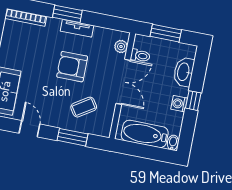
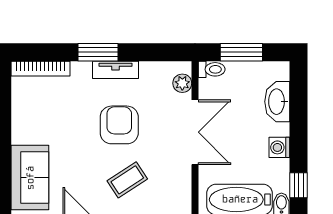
toilet: (140, 56) -> (212, 69), moved
armchair: (72, 67) -> (119, 125), turned 90
window: (193, 101) -> (299, 185), moved
coffee table: (84, 107) -> (127, 180), moved

